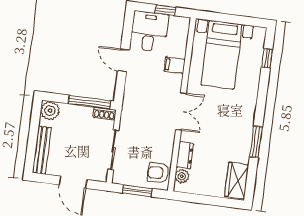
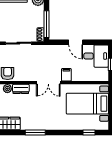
door: (124, 60) -> (76, 42), swing flipped
filing cabinet: (175, 65) -> (66, 75), moved

